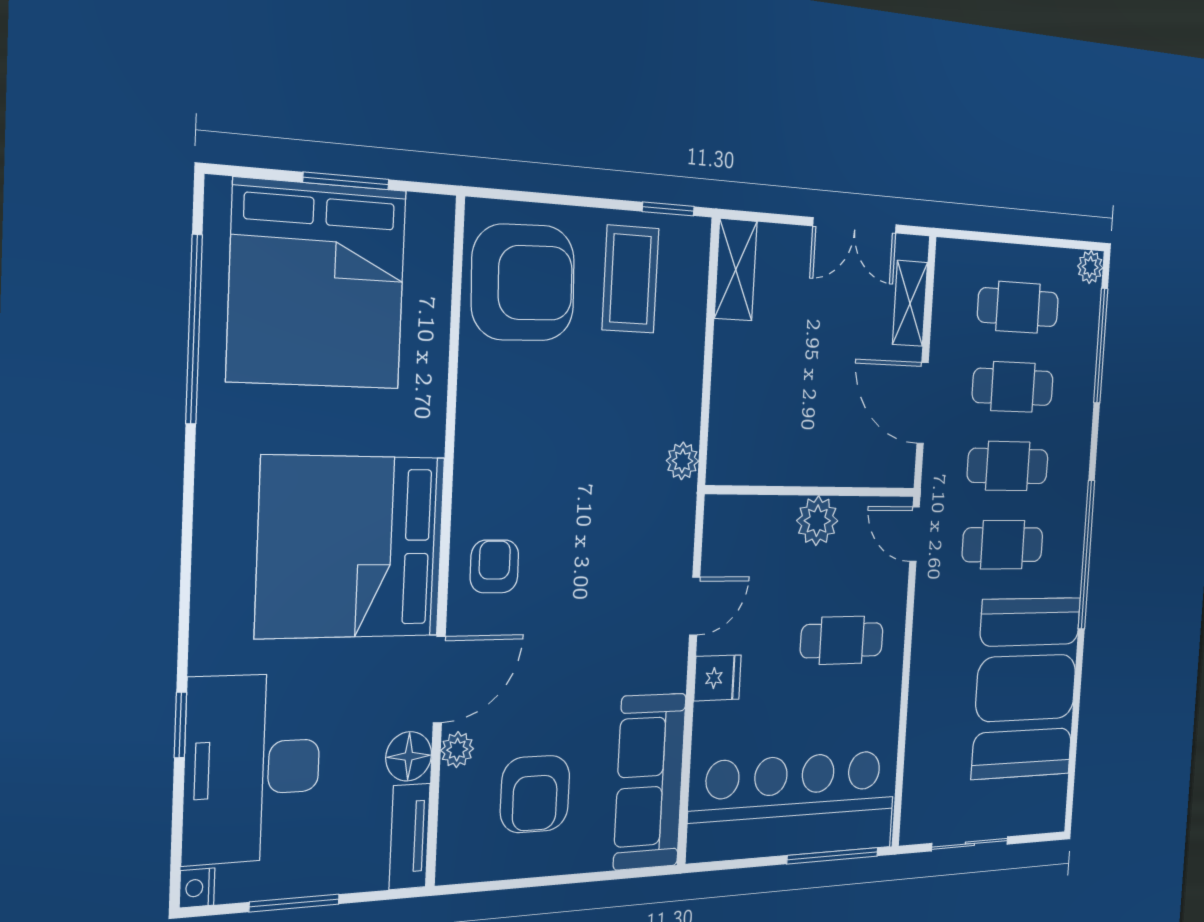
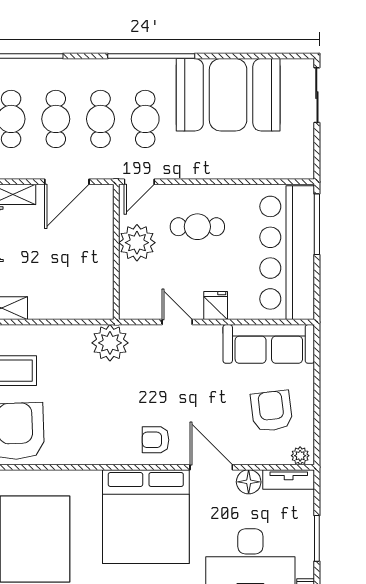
plant: (682, 461) -> (110, 343), width x1.88, depth x1.88
plant: (817, 521) -> (137, 243), width x1.36, depth x1.36
cafe table: (842, 640) -> (197, 227), turned 90
plant: (457, 750) -> (300, 456), moved
armchair: (535, 794) -> (272, 411), turned -97
sliding door: (970, 844) -> (317, 95), moved

